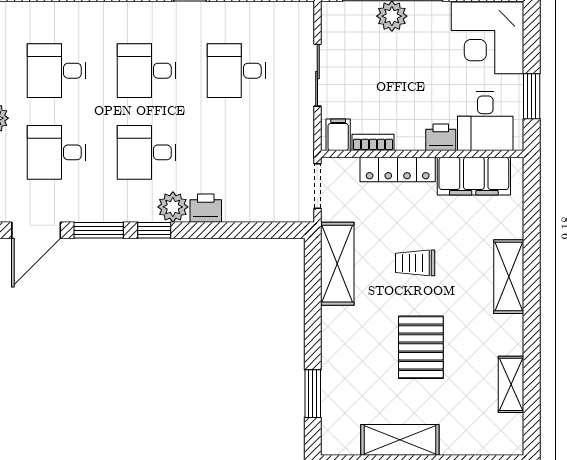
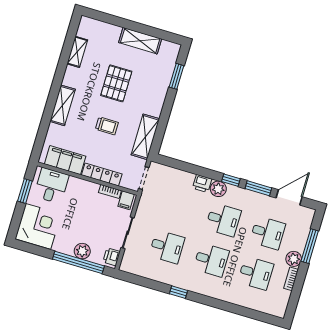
printer: (441, 137) -> (112, 257), moved, turned 90

